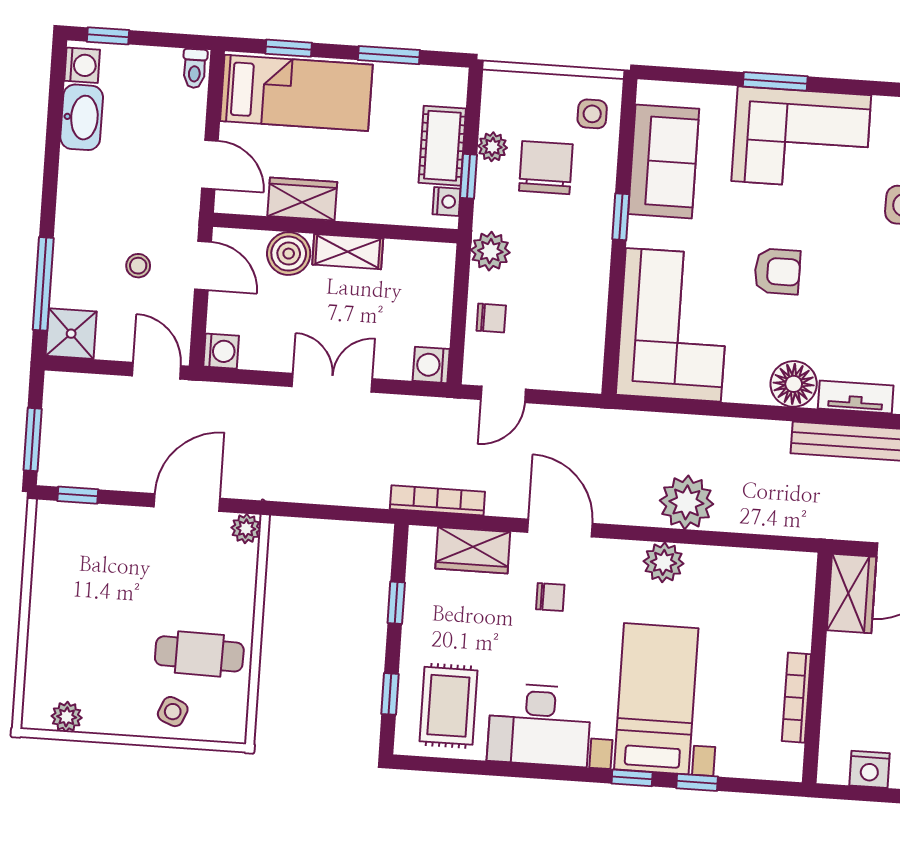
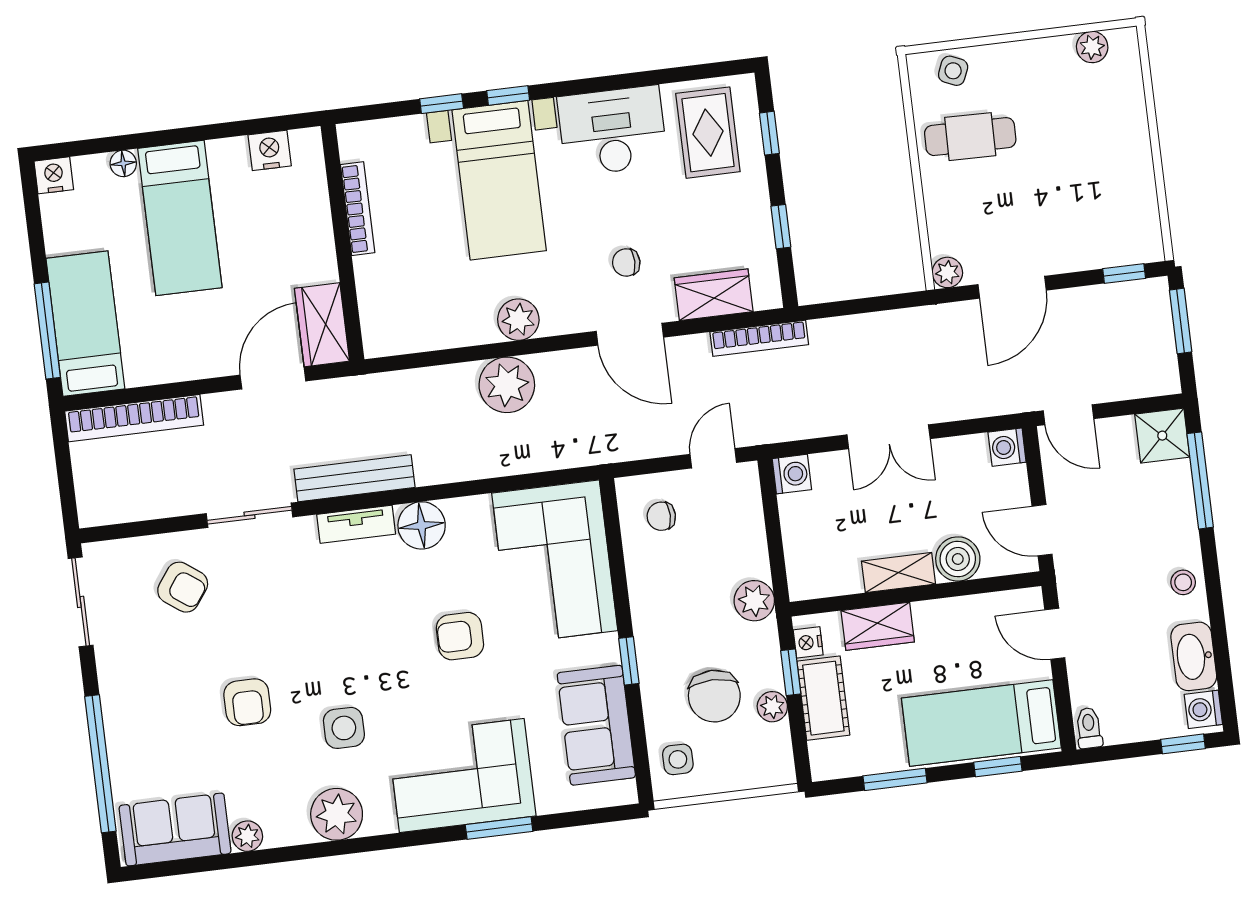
wardrobe: (302, 199) -> (878, 626), moved
stool: (138, 266) -> (1183, 582), moved
chair: (491, 318) -> (661, 516), moved
side table: (173, 712) -> (953, 71), moved

